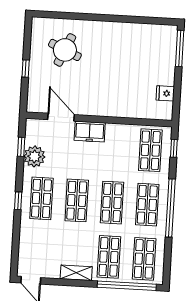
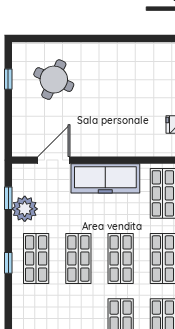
window: (26, 69) -> (8, 79), moved
door: (61, 117) -> (54, 160), hinge flipped
freezer: (90, 132) -> (105, 178), width x1.91, depth x1.26

